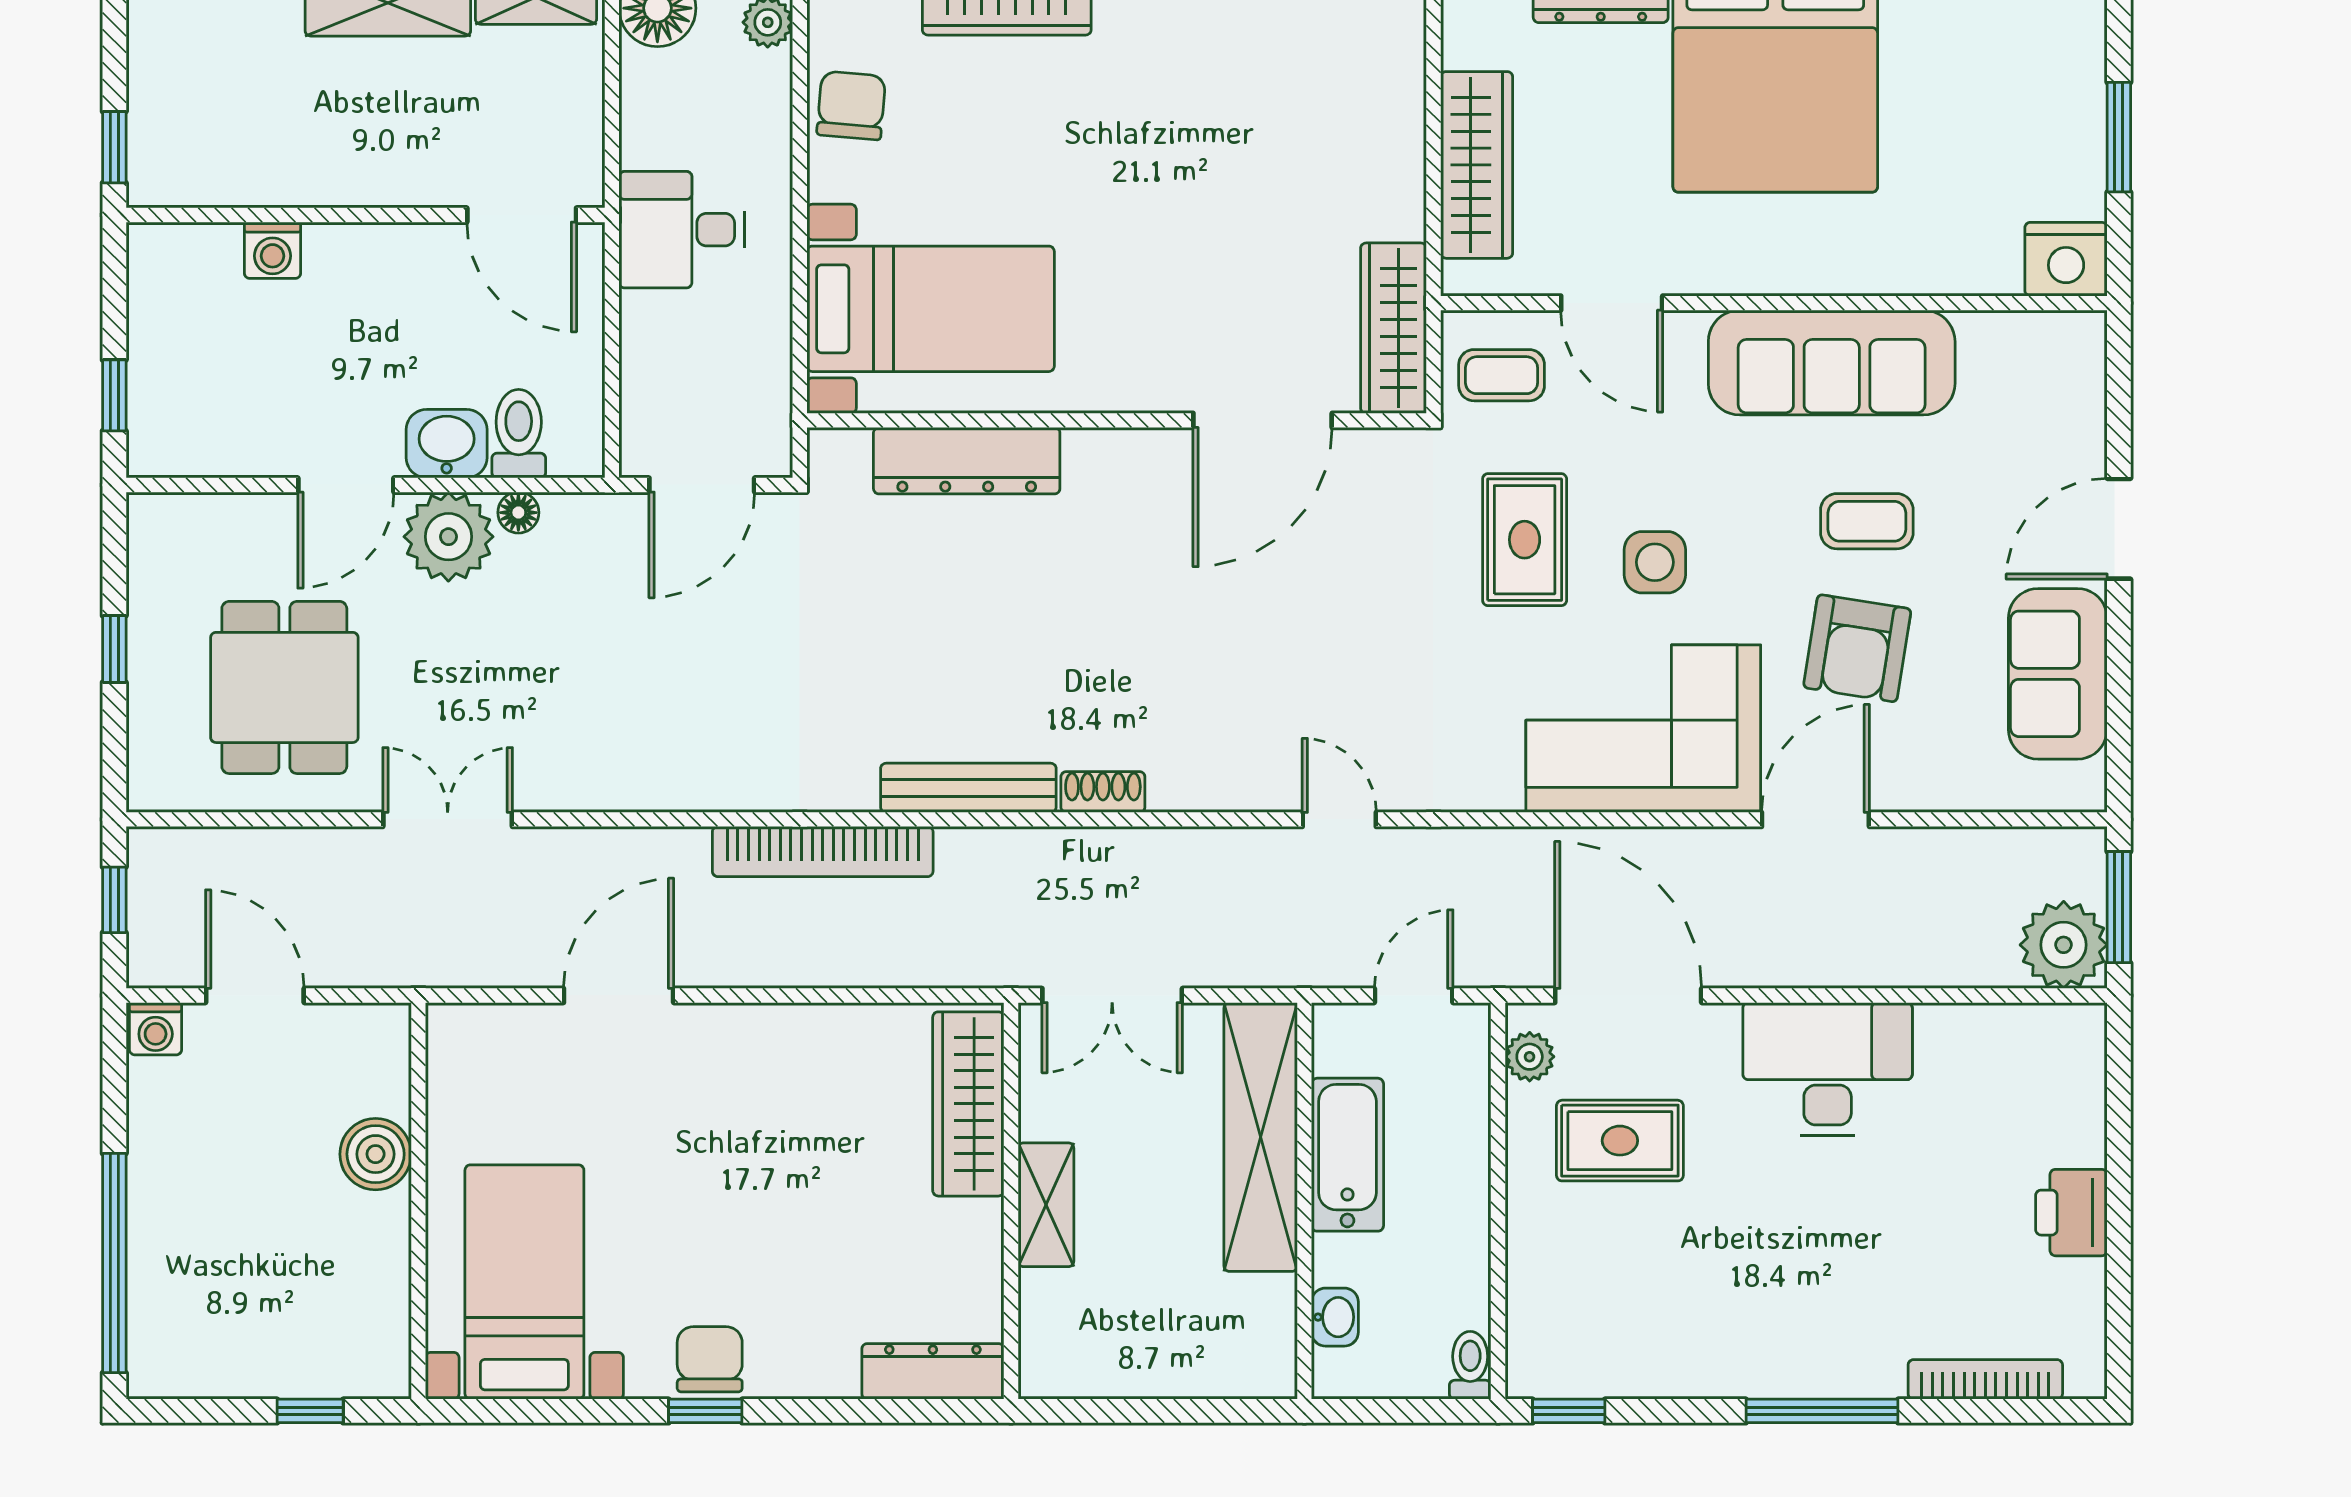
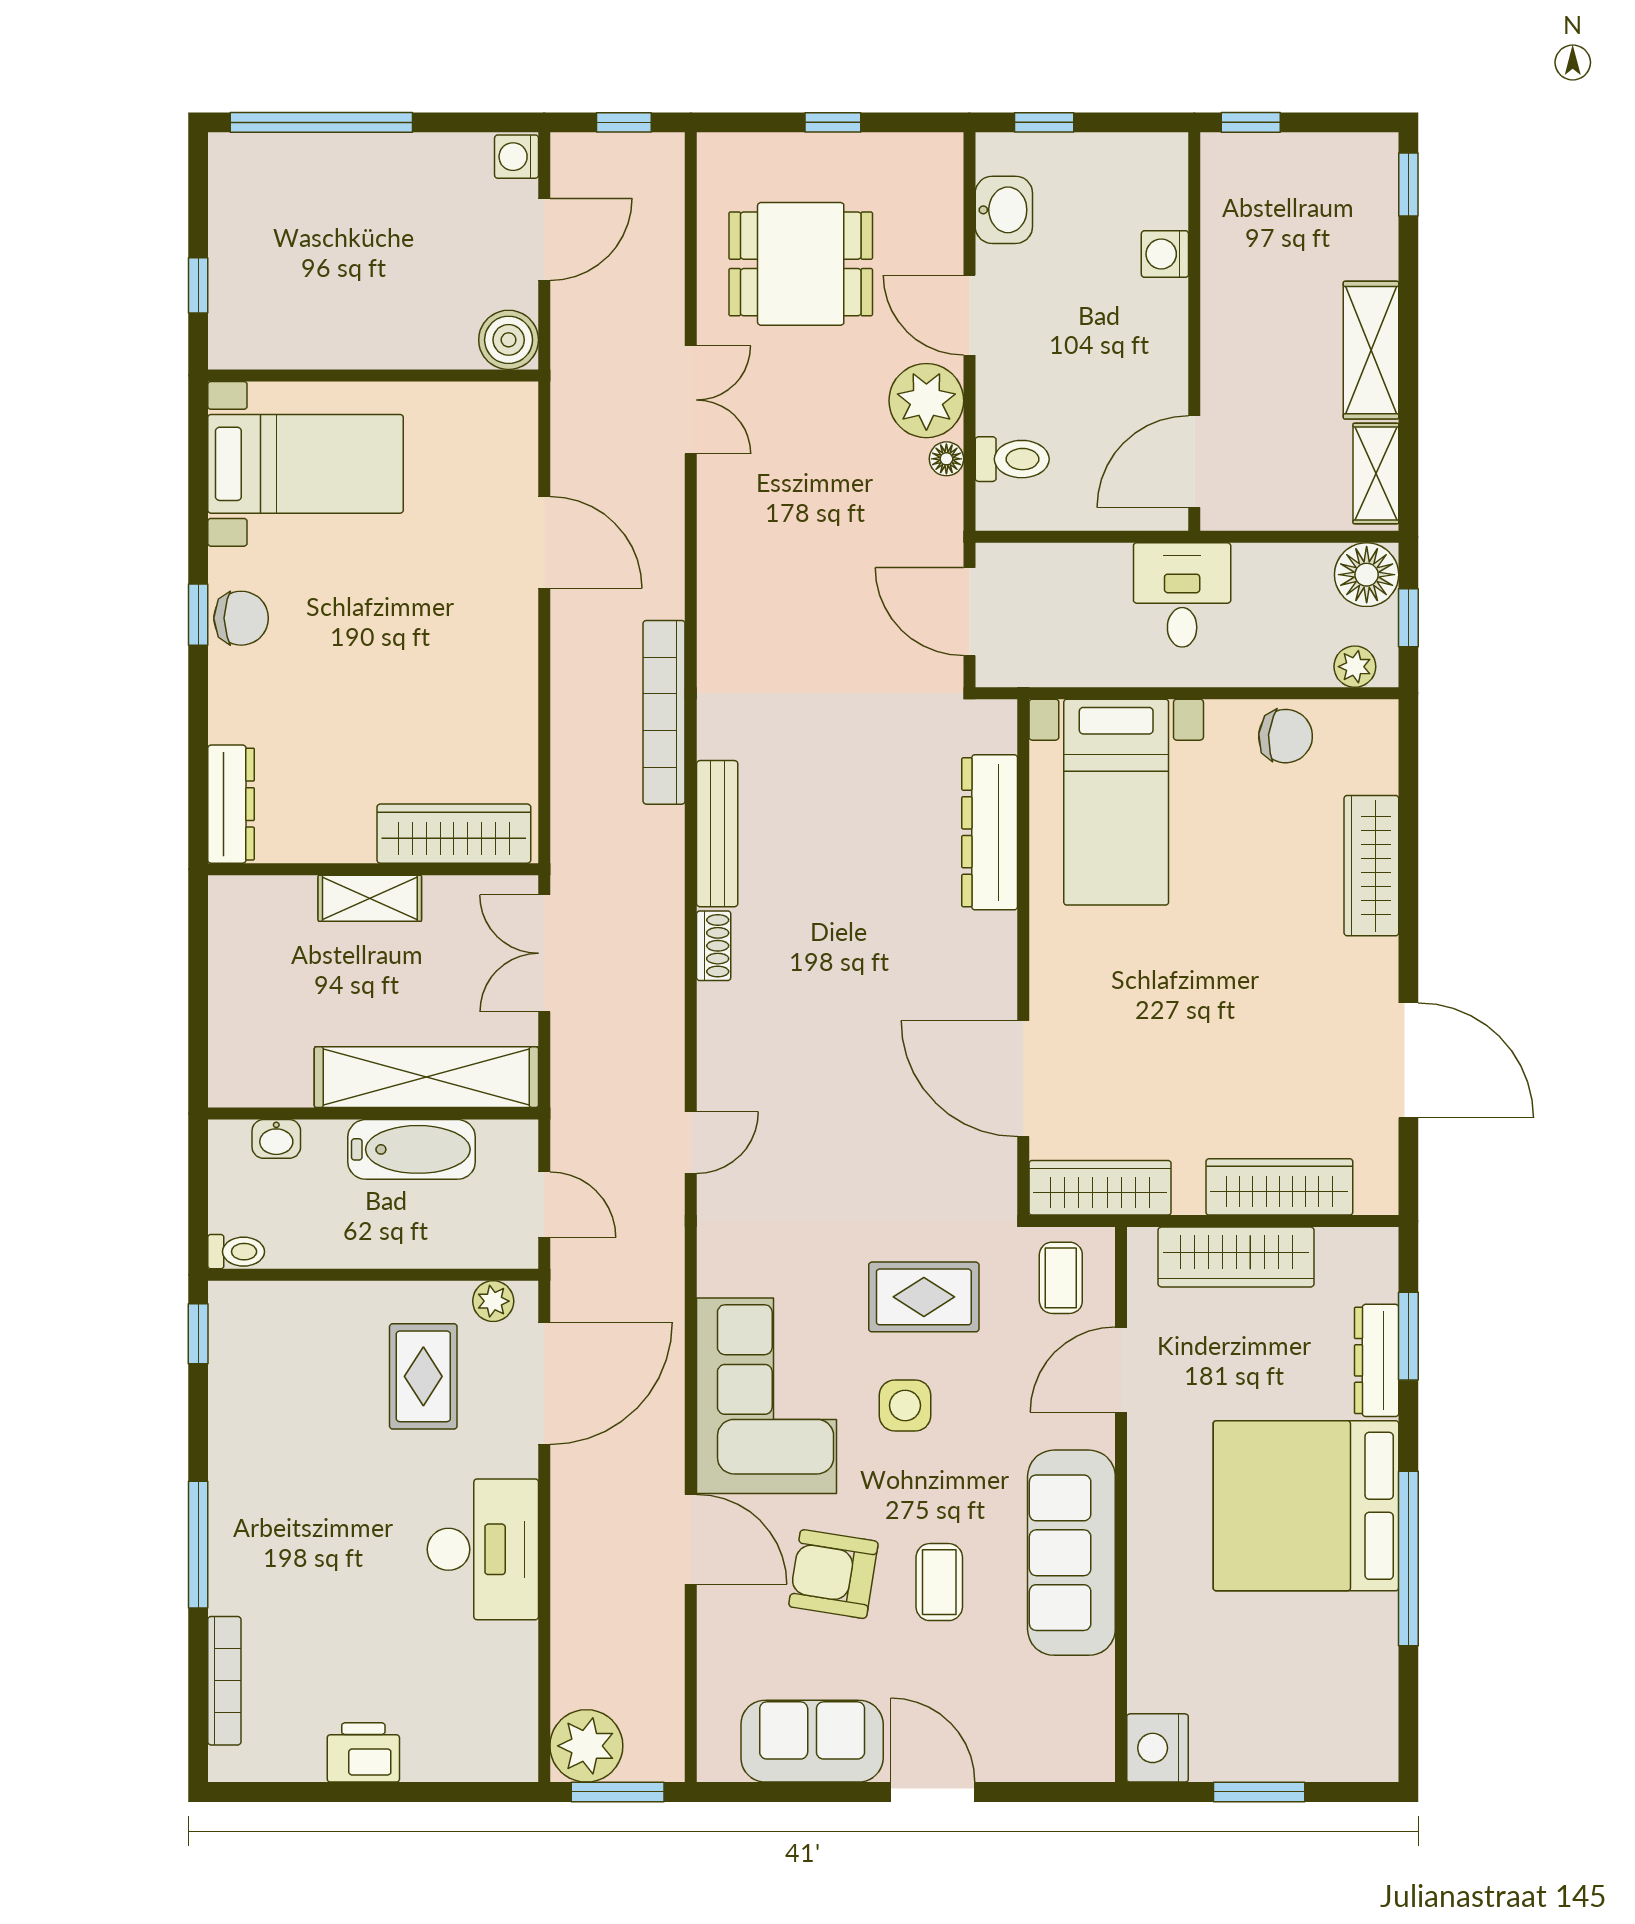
wardrobe: (1392, 113) -> (1279, 1187), added
washbasin: (447, 444) -> (1004, 210), moved
boiler: (376, 1154) -> (509, 340), moved

